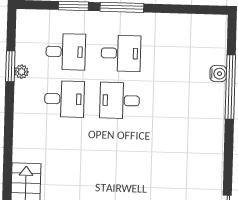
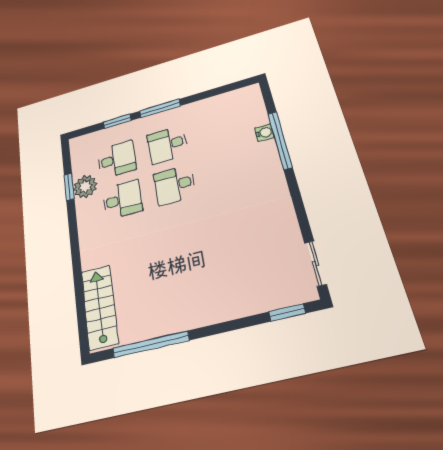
desk: (121, 53) -> (167, 145), turned 180
plant: (22, 72) -> (85, 187), width x1.88, depth x1.88

